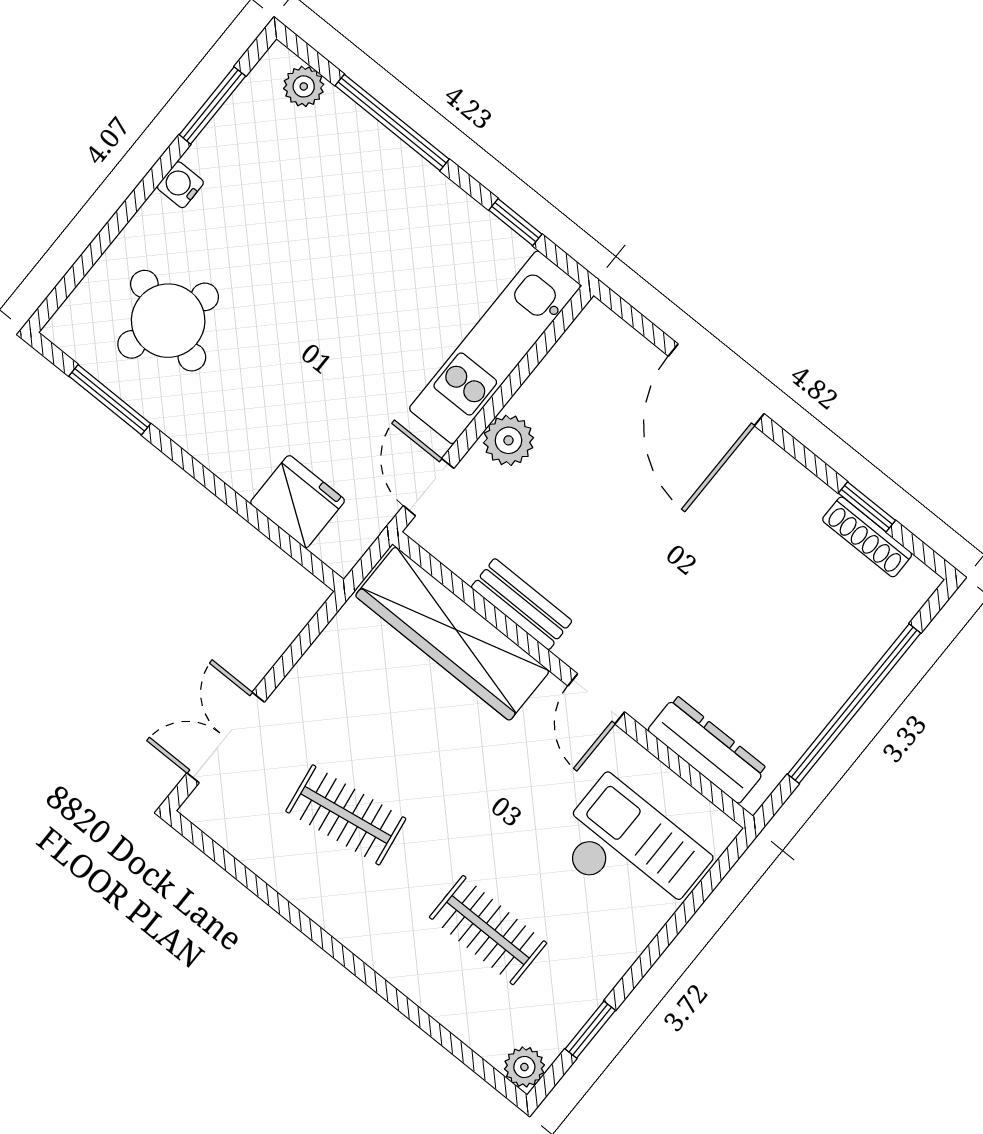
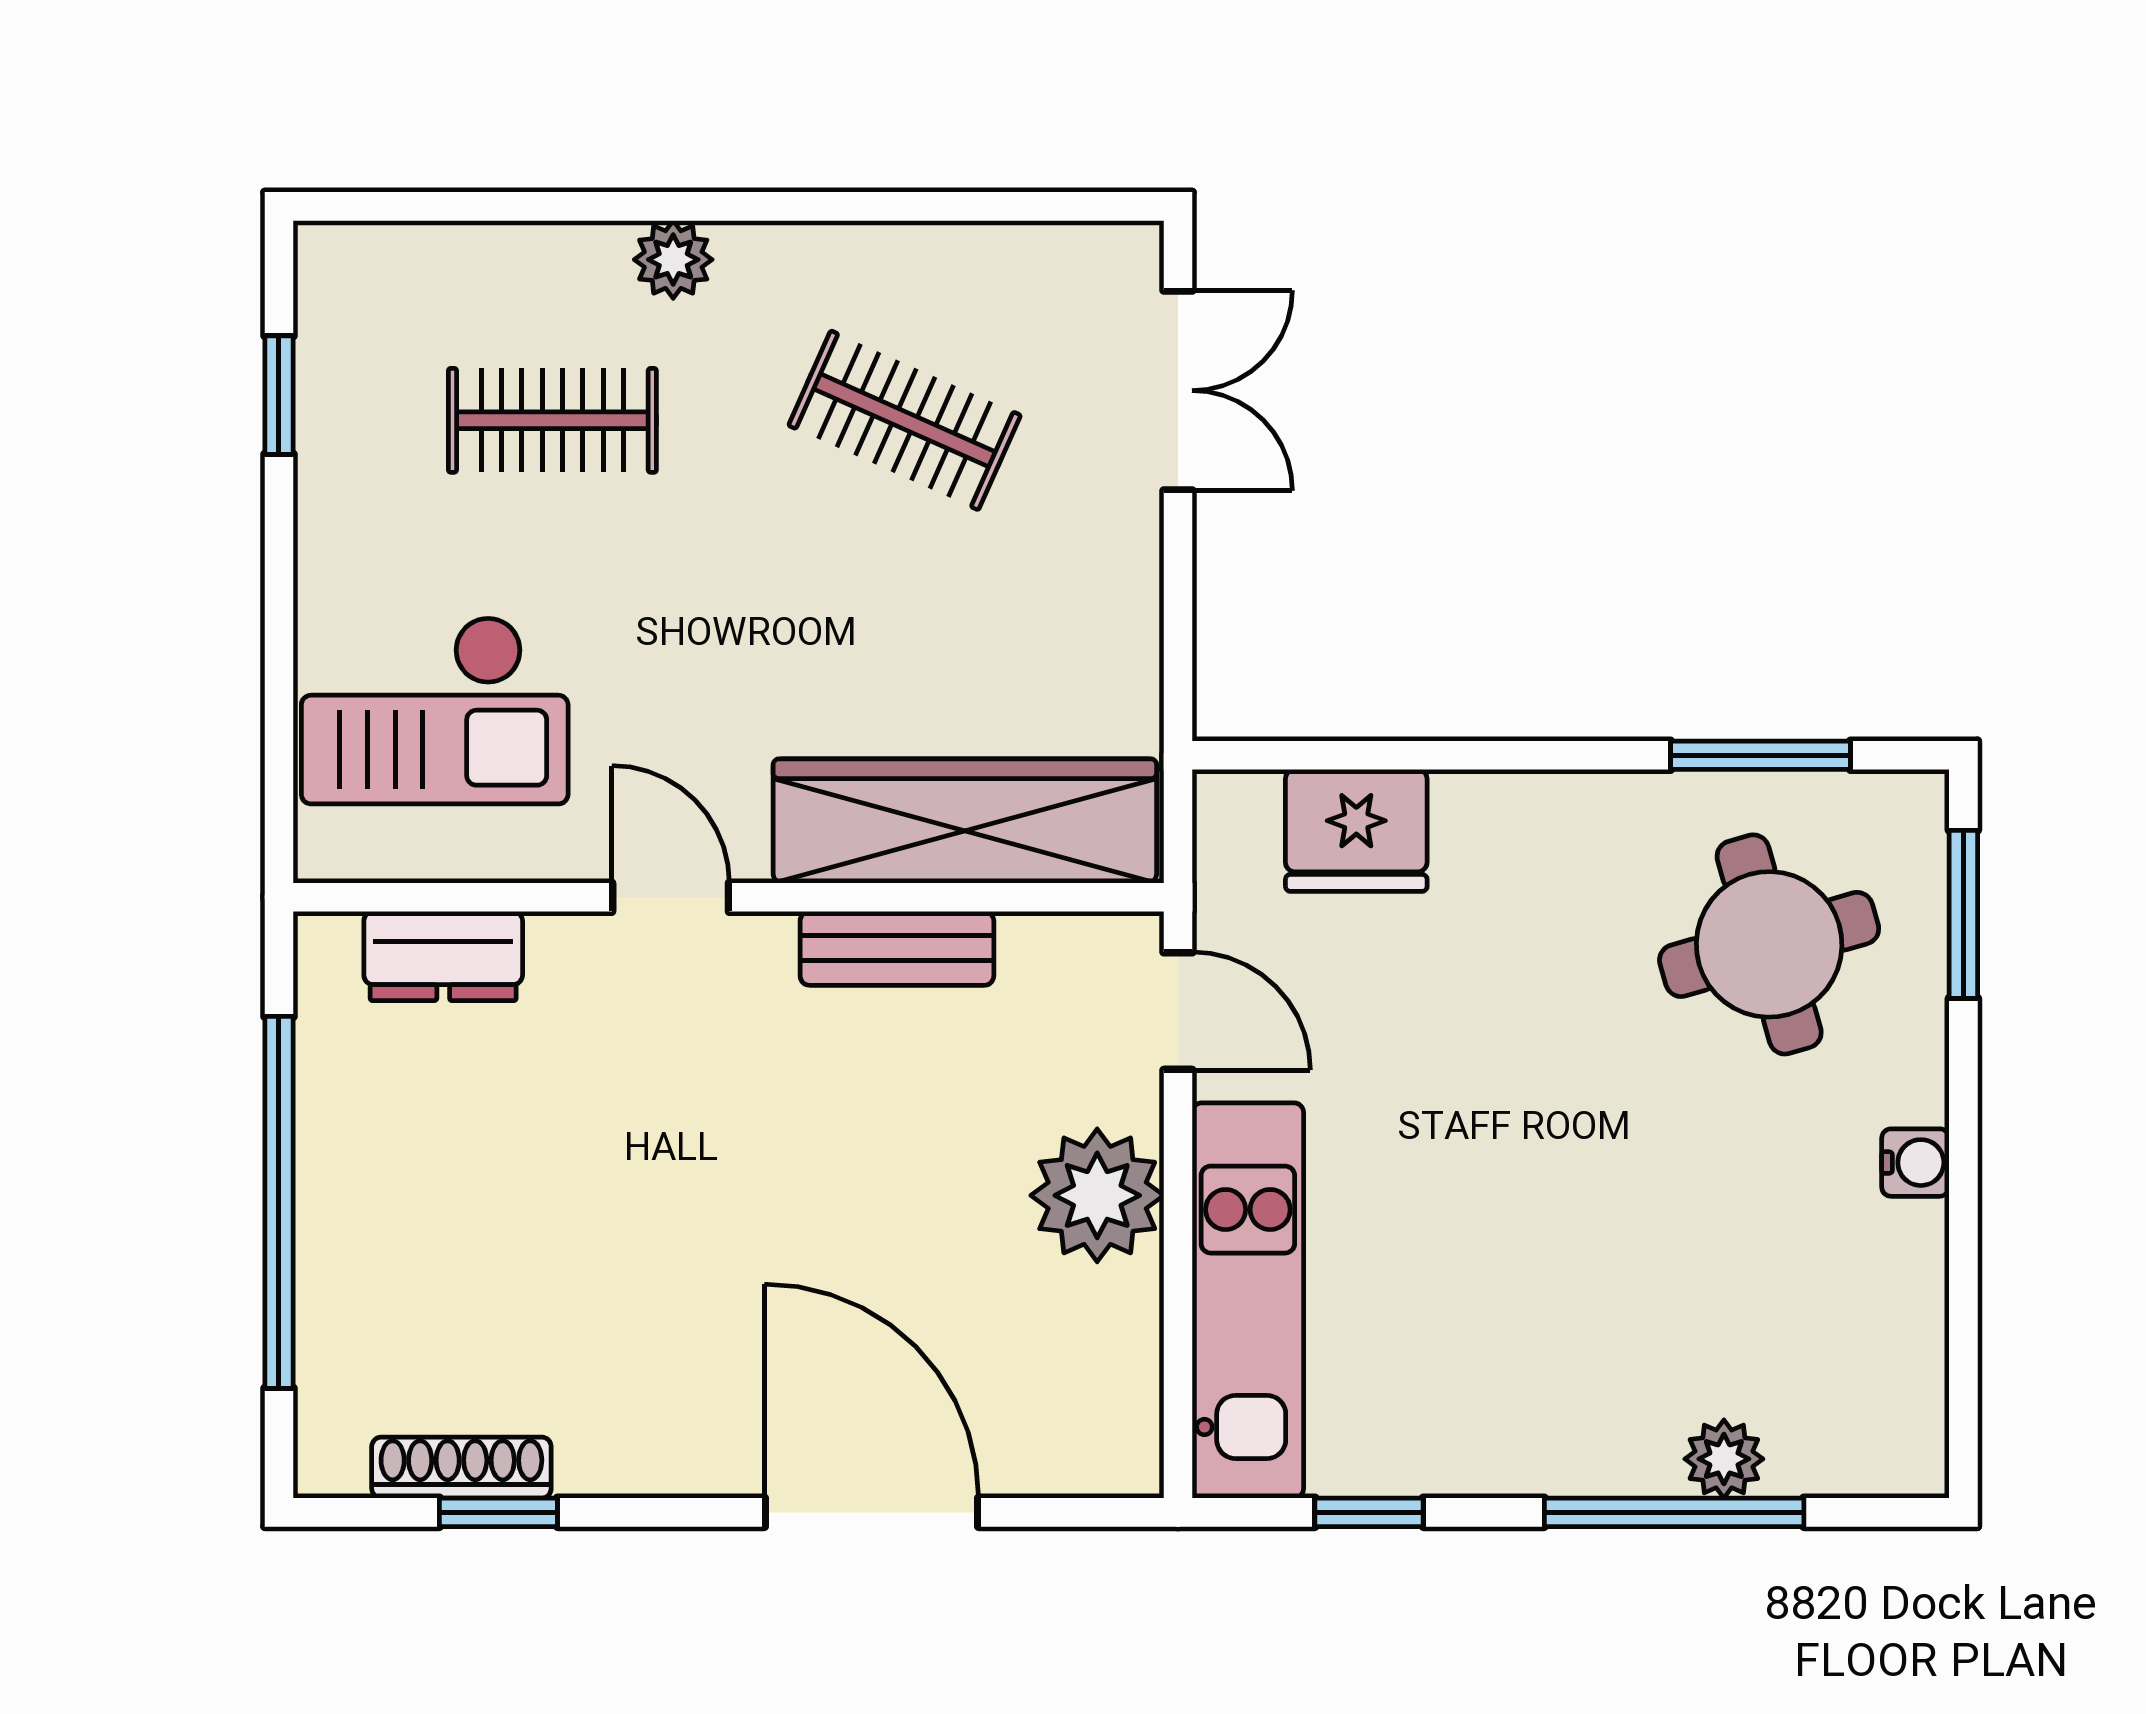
plant: (304, 86) -> (1724, 1459), moved
window: (212, 105) -> (1963, 914), moved
round table: (168, 321) -> (1769, 944), turned -34
plant: (508, 440) -> (1097, 1195), width x1.36, depth x1.36
dresser: (707, 749) -> (443, 956), width x0.70
clothes rail: (346, 815) -> (905, 420), turned 33
plant: (524, 1067) -> (673, 260), moved

